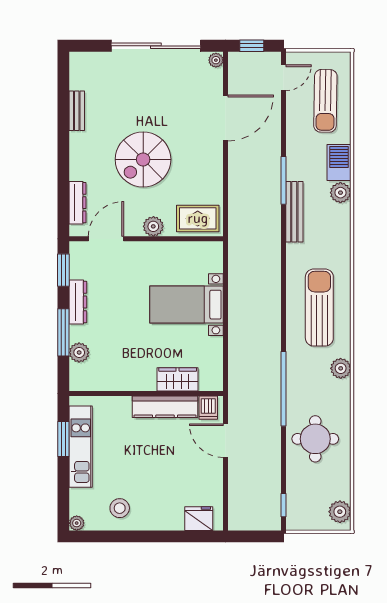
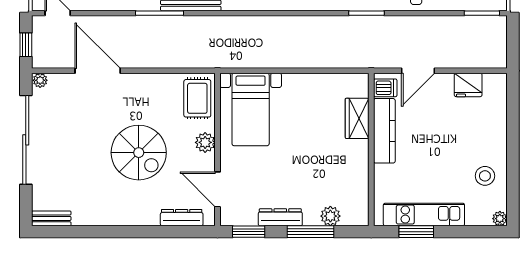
bench: (77, 111) -> (51, 218), moved
bed with nightstands: (187, 305) -> (251, 109), moved
window: (284, 389) -> (366, 13), width x0.47
window: (284, 505) -> (482, 13), width x1.50
fridge: (199, 519) -> (468, 85), moved, turned -90

